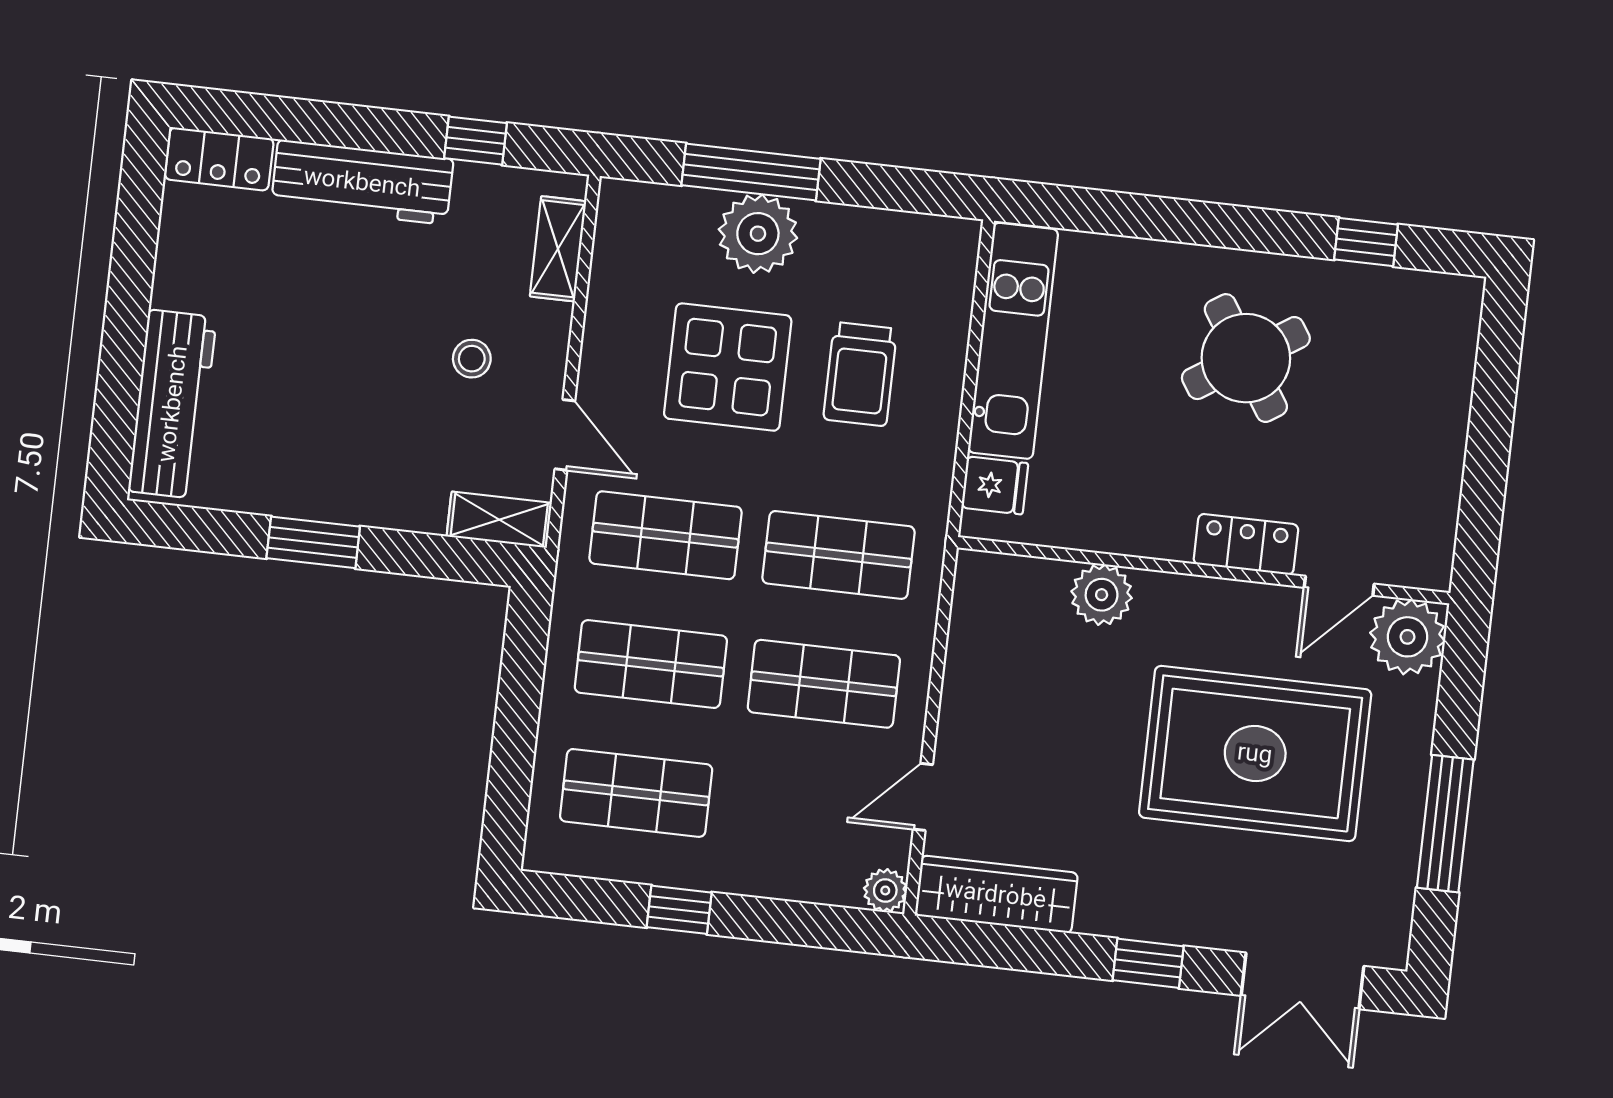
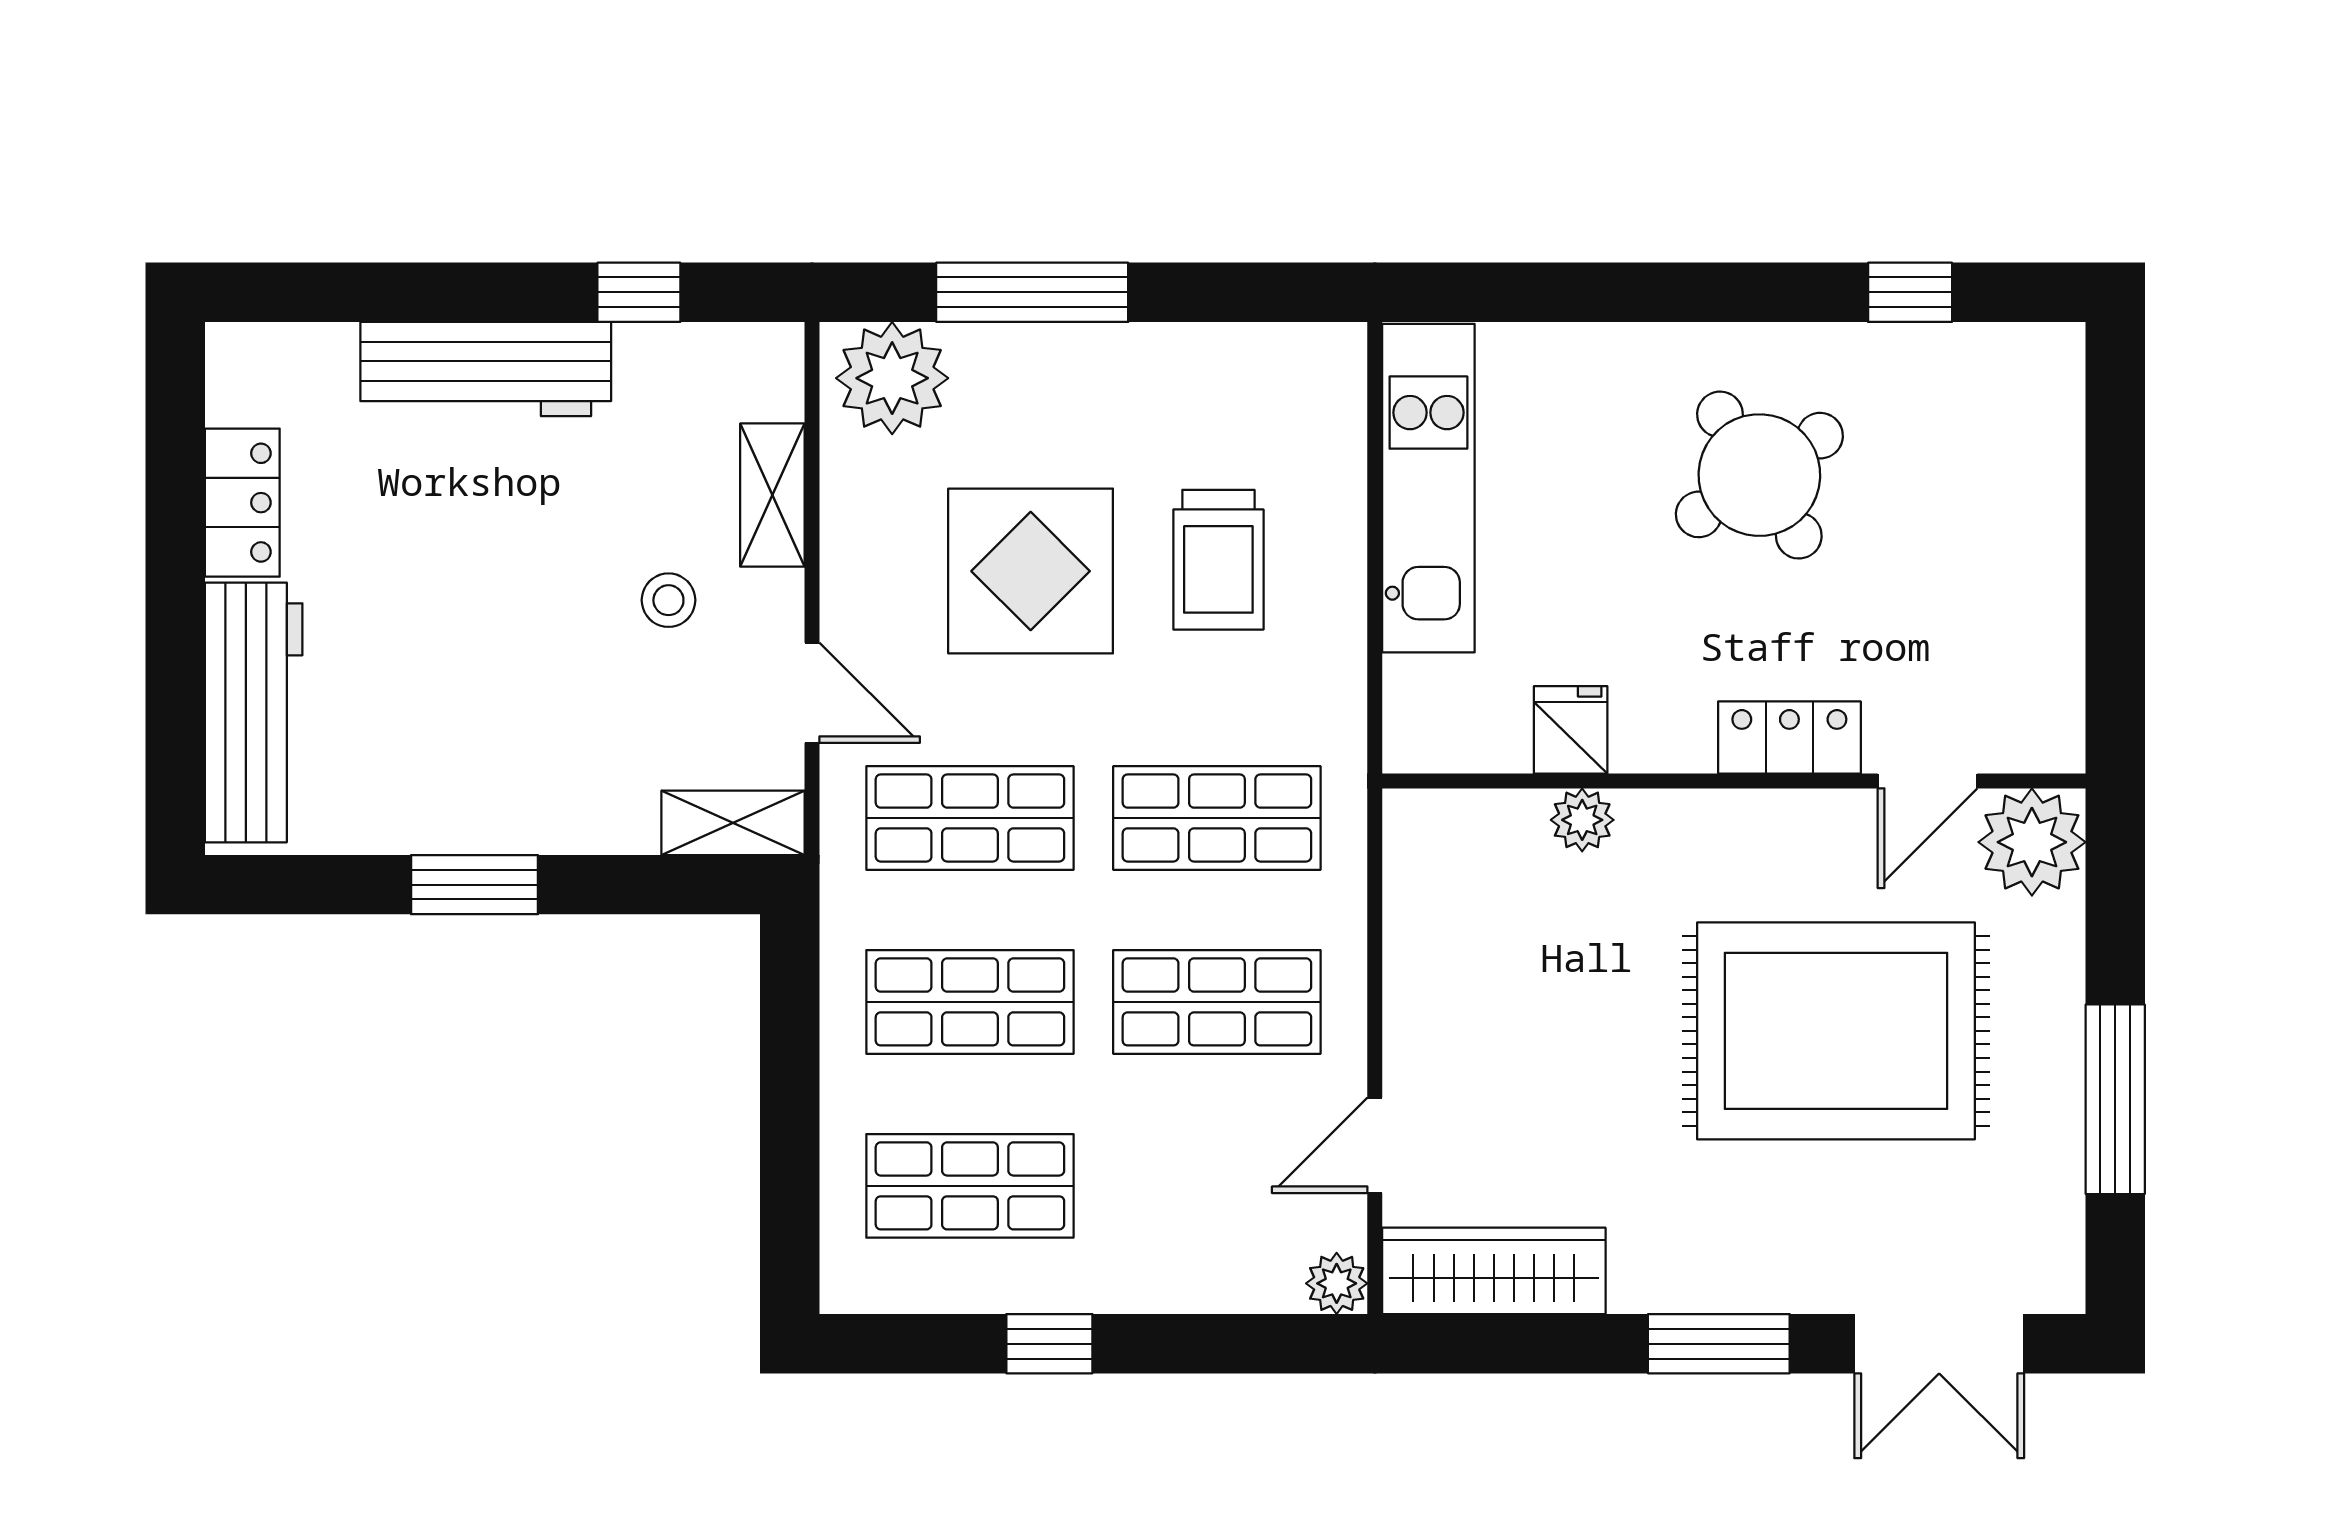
locker: (219, 159) -> (242, 503), moved, turned -90
plant: (758, 234) -> (892, 378), moved
shelving: (558, 249) -> (772, 495), moved
fridge: (995, 485) -> (1571, 730), moved, turned -90
plant: (1102, 595) -> (1582, 820), width x0.73, depth x0.73
window: (1148, 963) -> (1719, 1344), width x1.50

